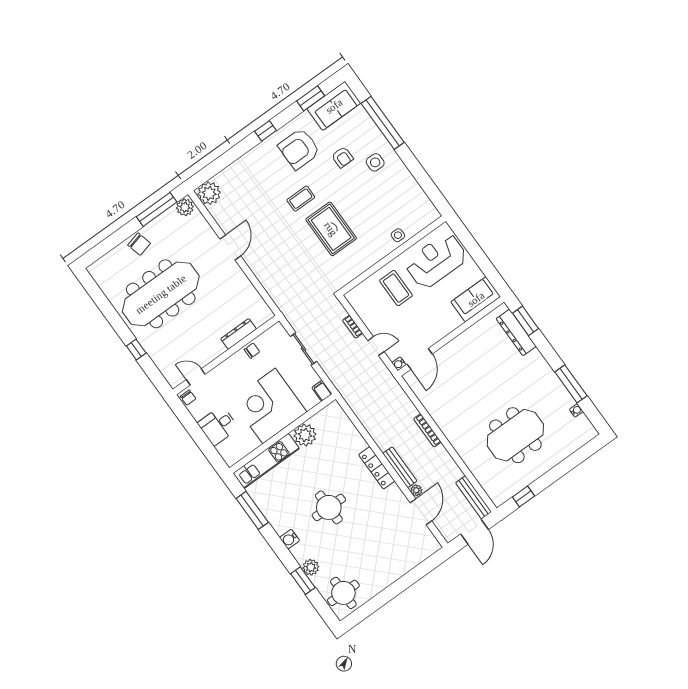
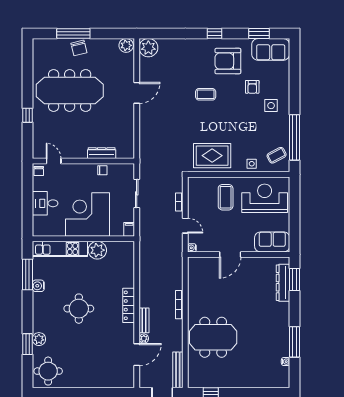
window: (383, 123) -> (295, 137), moved
window: (157, 209) -> (73, 34), moved
coffee table: (417, 209) -> (277, 155), added
rug: (331, 229) -> (212, 156), moved, turned 90
door: (420, 359) -> (230, 254), moved
meeting table: (515, 435) -> (213, 337), moved
bench: (400, 467) -> (144, 320), width x0.73
water cooler: (289, 539) -> (38, 286), moved

